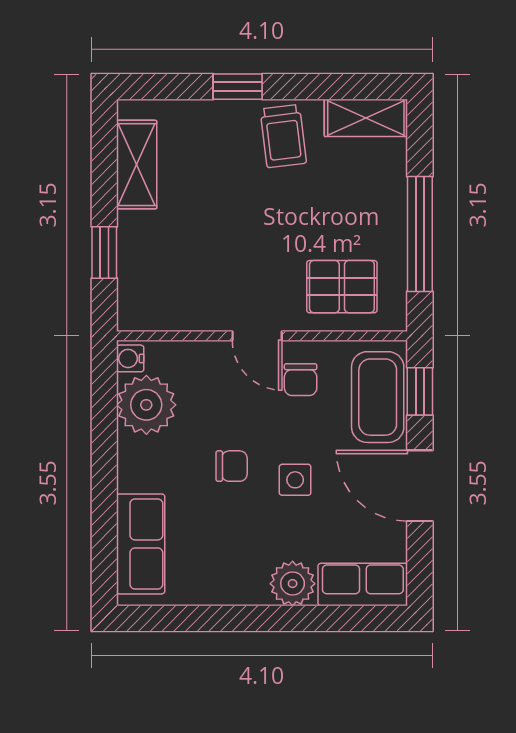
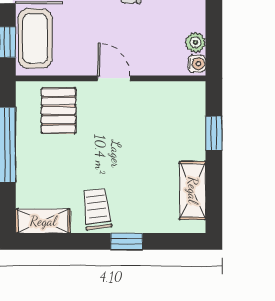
pallet: (342, 287) -> (58, 111), turned 90
chair: (301, 380) -> (86, 50), removed
plant: (146, 405) -> (195, 42), width x0.53, depth x0.53

